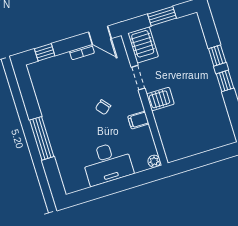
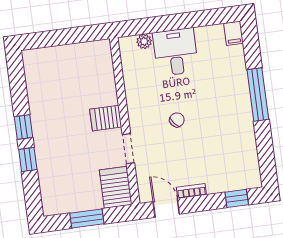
filing cabinet: (138, 120) -> (233, 33), moved, turned 90
plant: (154, 161) -> (144, 41), moved
desk: (107, 163) -> (175, 52), width x0.73

